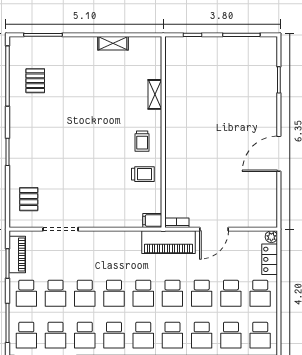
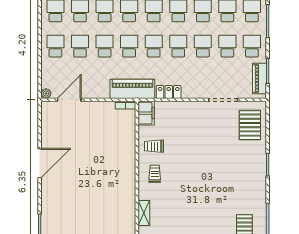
pallet: (29, 199) -> (250, 125), width x1.50, depth x1.42
filing cabinet: (152, 220) -> (146, 113), width x2.00
door: (214, 229) -> (69, 100), moved
locker: (270, 259) -> (169, 92), moved, turned -90

